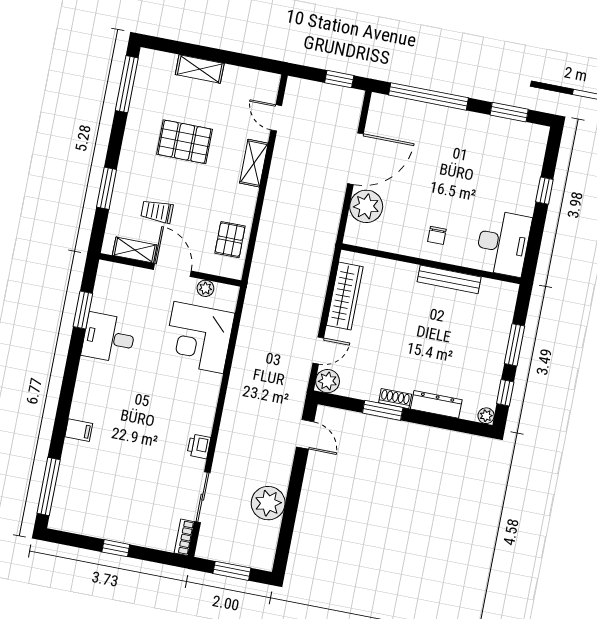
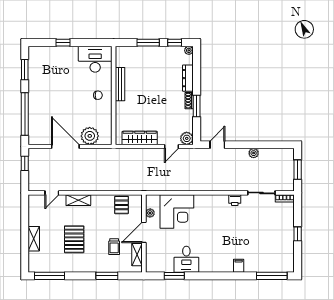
pallet: (230, 240) -> (122, 205), turned 90
door: (318, 351) -> (171, 146), swing flipped
plant: (268, 503) -> (254, 153), width x0.53, depth x0.53

